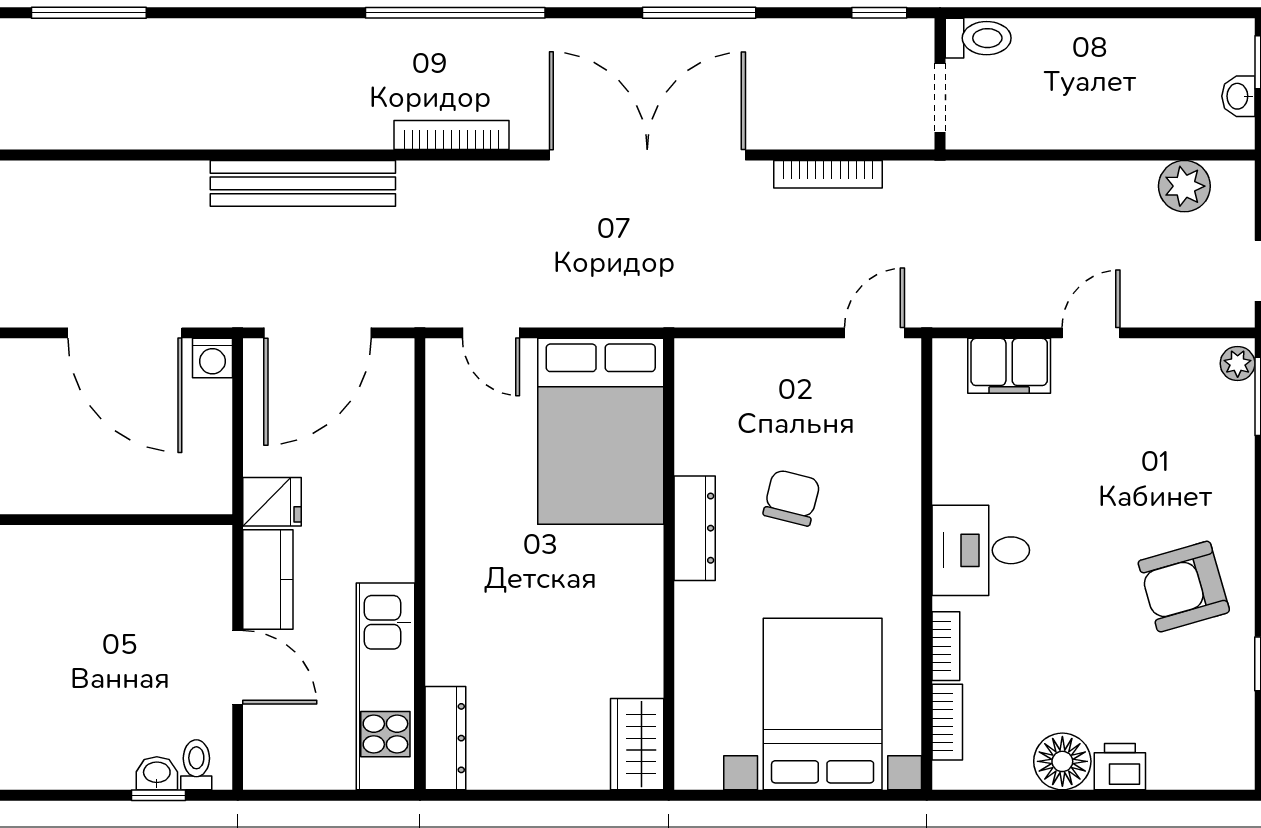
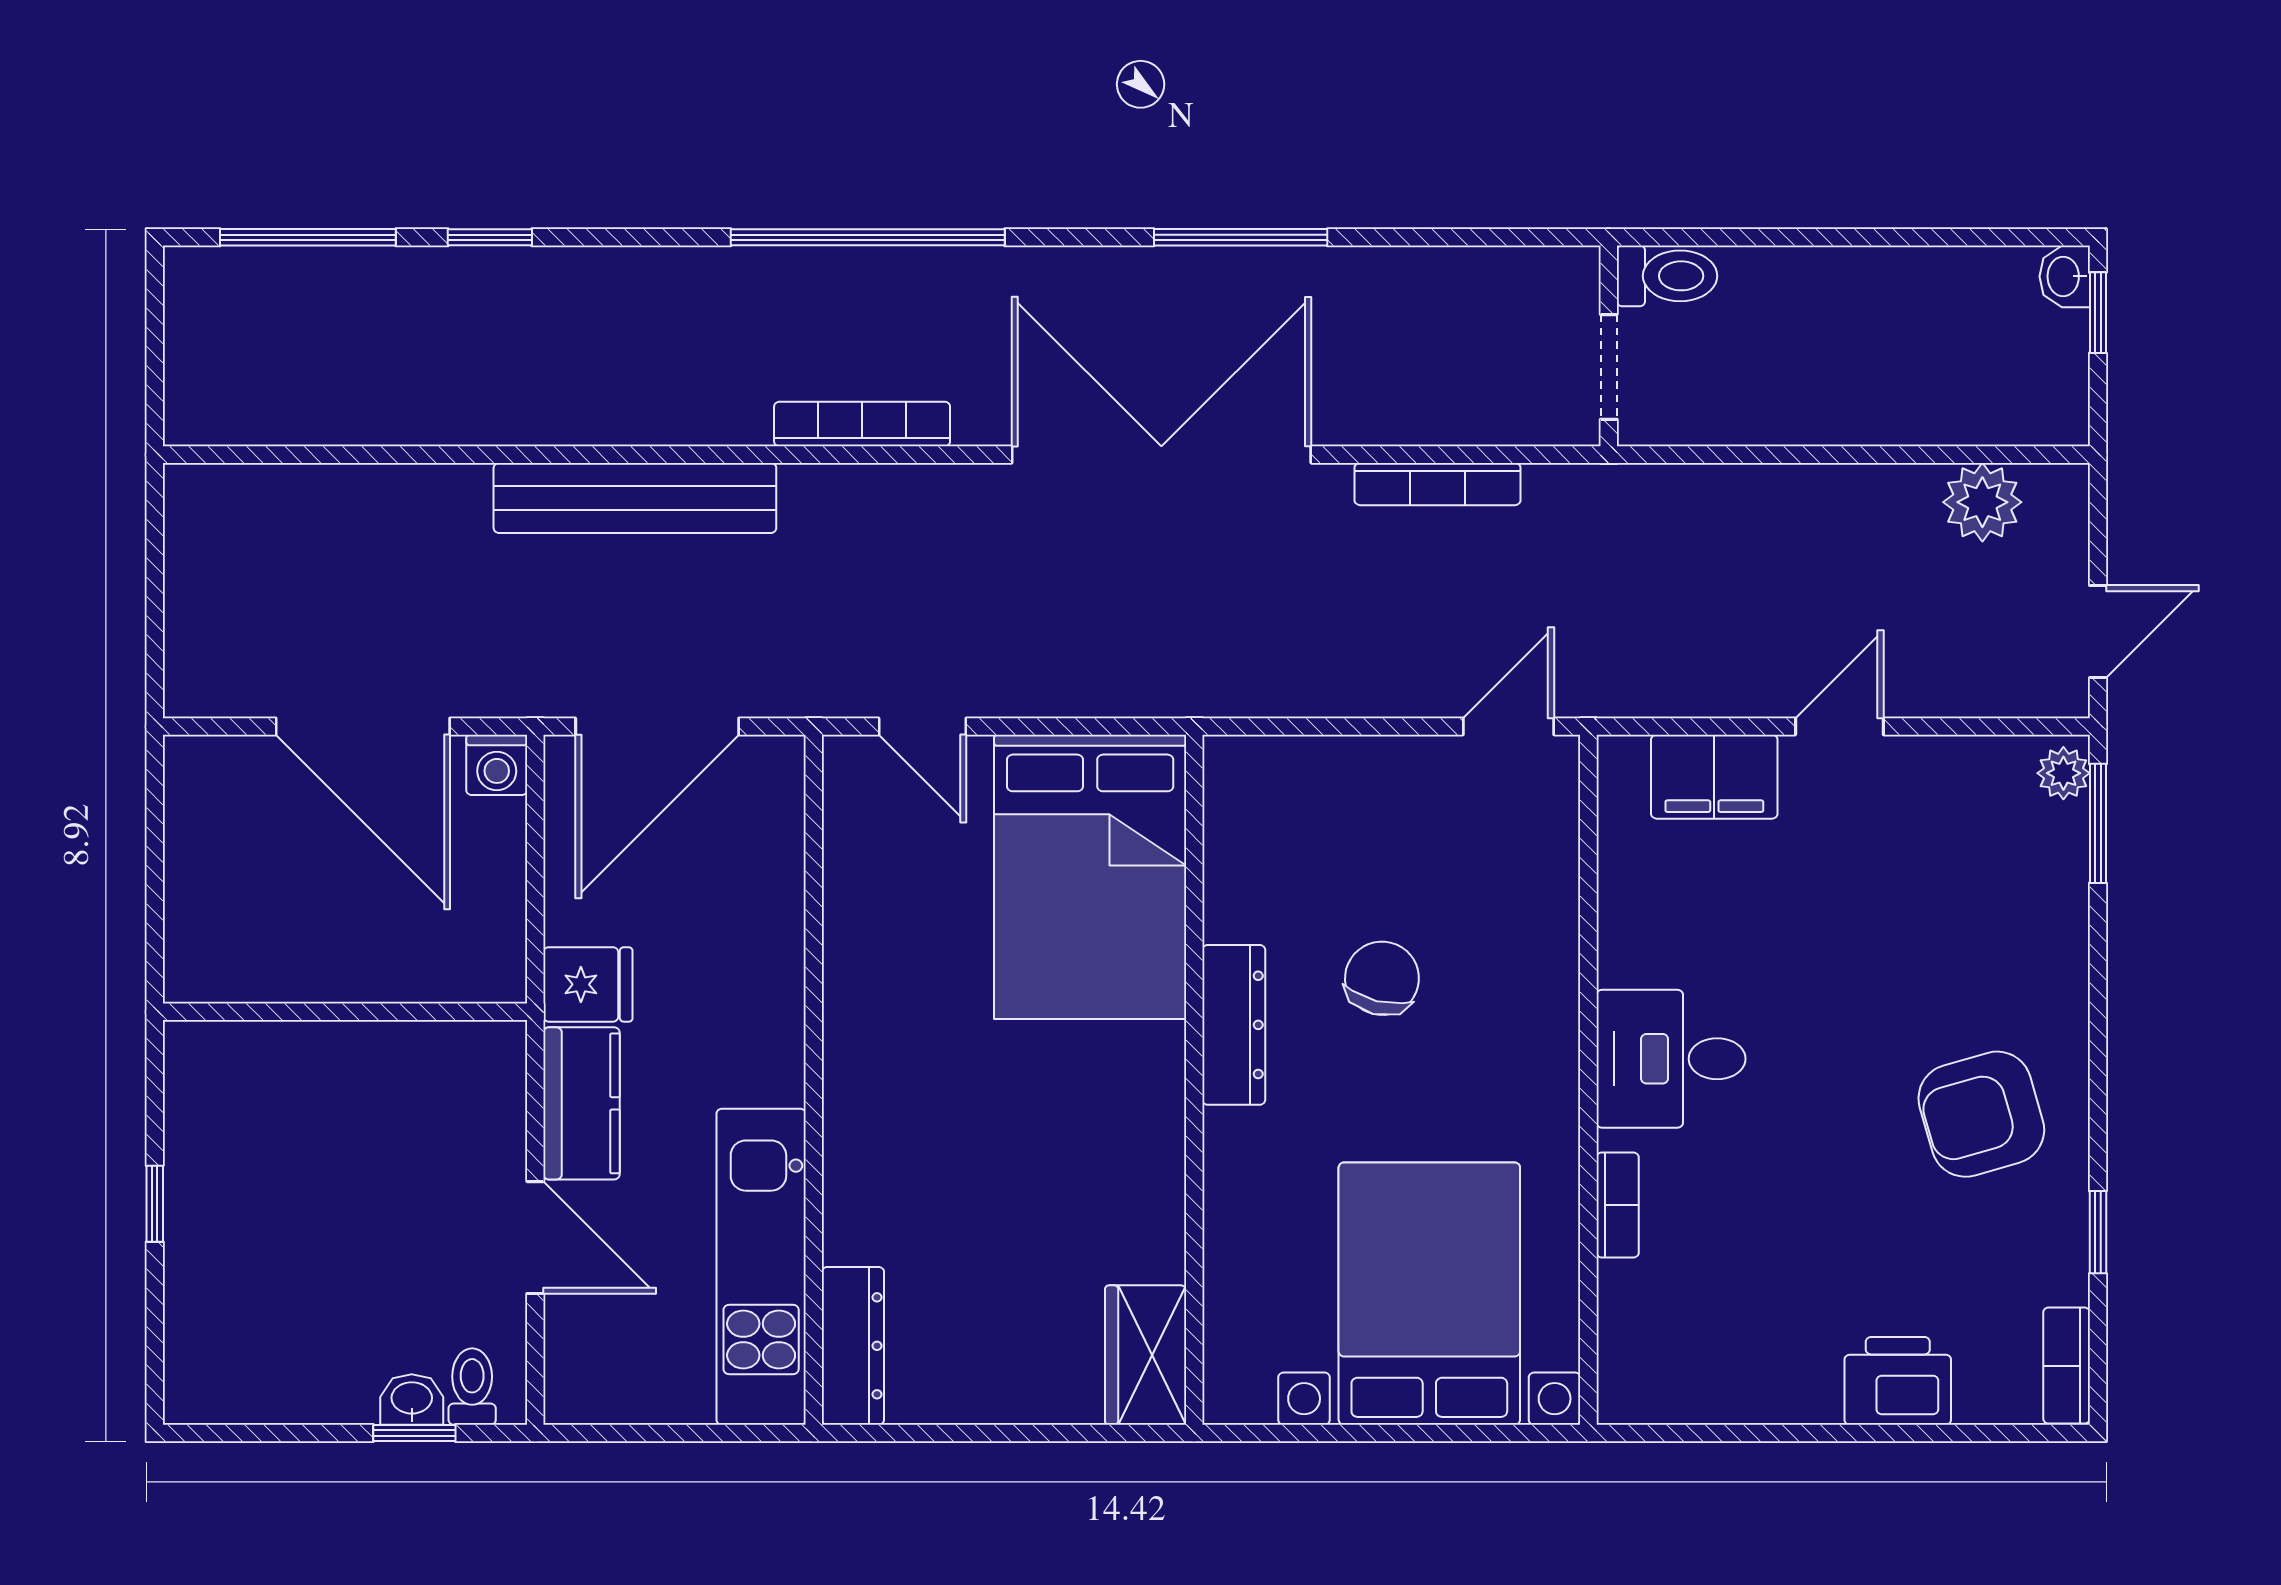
window: (879, 13) -> (490, 237), moved
washbasin: (1238, 96) -> (2065, 276), moved
bookcase: (947, 722) -> (2067, 1366), moved, turned 180
floor lamp: (1062, 761) -> (1796, 1381), removed
printer: (1120, 767) -> (1898, 1381), width x1.36, depth x1.24

